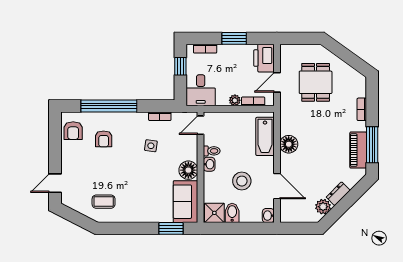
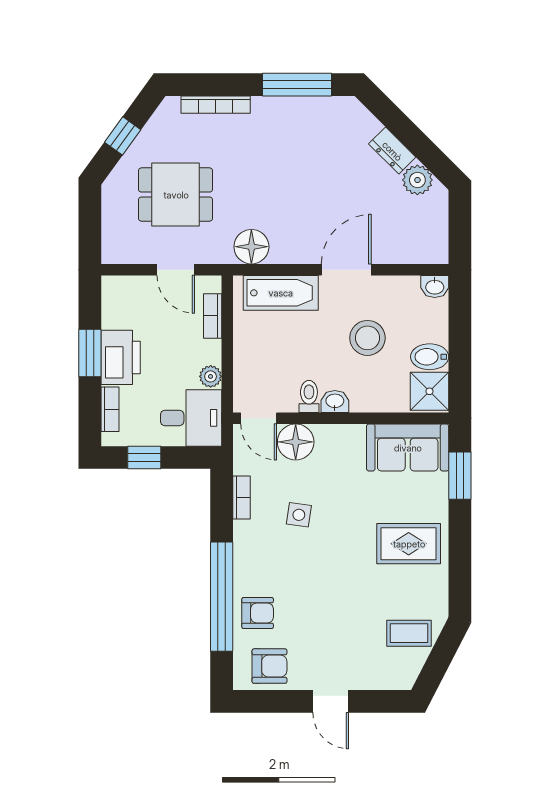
window: (346, 55) -> (123, 136), added
printer: (264, 58) -> (121, 357), moved, turned -90
plant: (235, 100) -> (211, 376), moved
bookcase: (362, 109) -> (216, 105), width x1.56
armchair: (104, 139) -> (258, 613), moved
floor lamp: (289, 144) -> (251, 247), moved
piano: (358, 150) -> (307, 112), removed
floor lamp: (188, 170) -> (296, 442), moved
door: (55, 183) -> (331, 701), moved
door: (277, 186) -> (346, 270), moved
coffee table: (104, 202) -> (409, 633), moved, turned 90
rug: (136, 202) -> (409, 544), added

